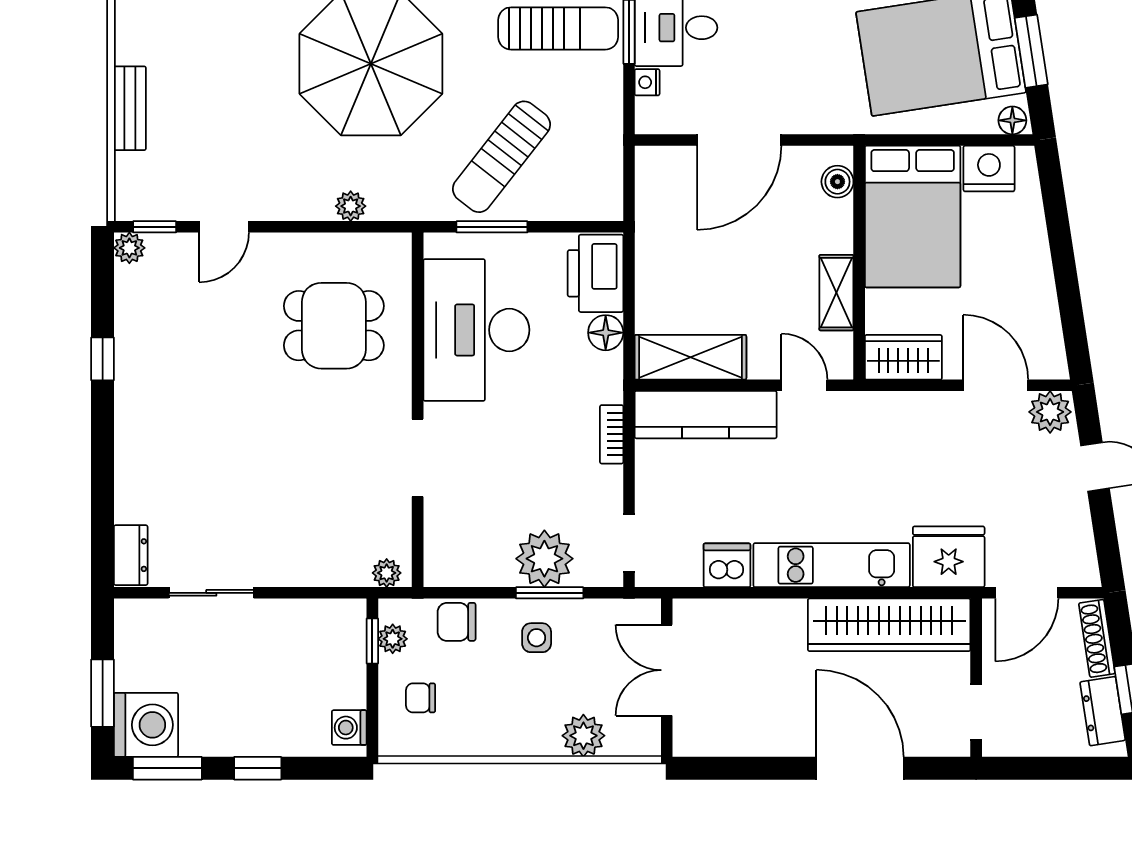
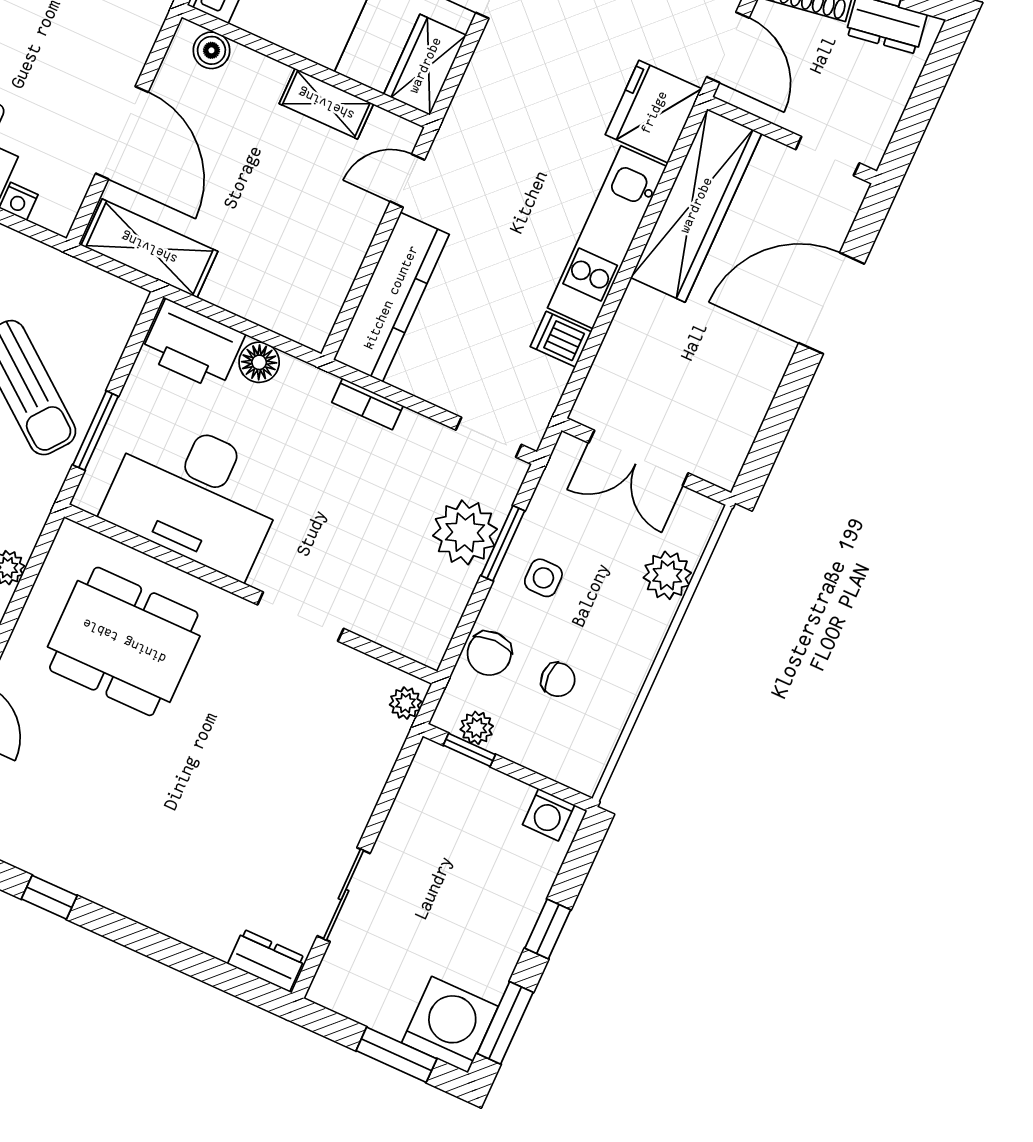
dining table: (334, 326) -> (124, 641), width x1.38
shelving: (690, 357) -> (149, 248), moved, turned 90
dishwasher: (727, 565) -> (561, 339), width x0.73
chair: (421, 698) -> (558, 680), moved, turned -90

